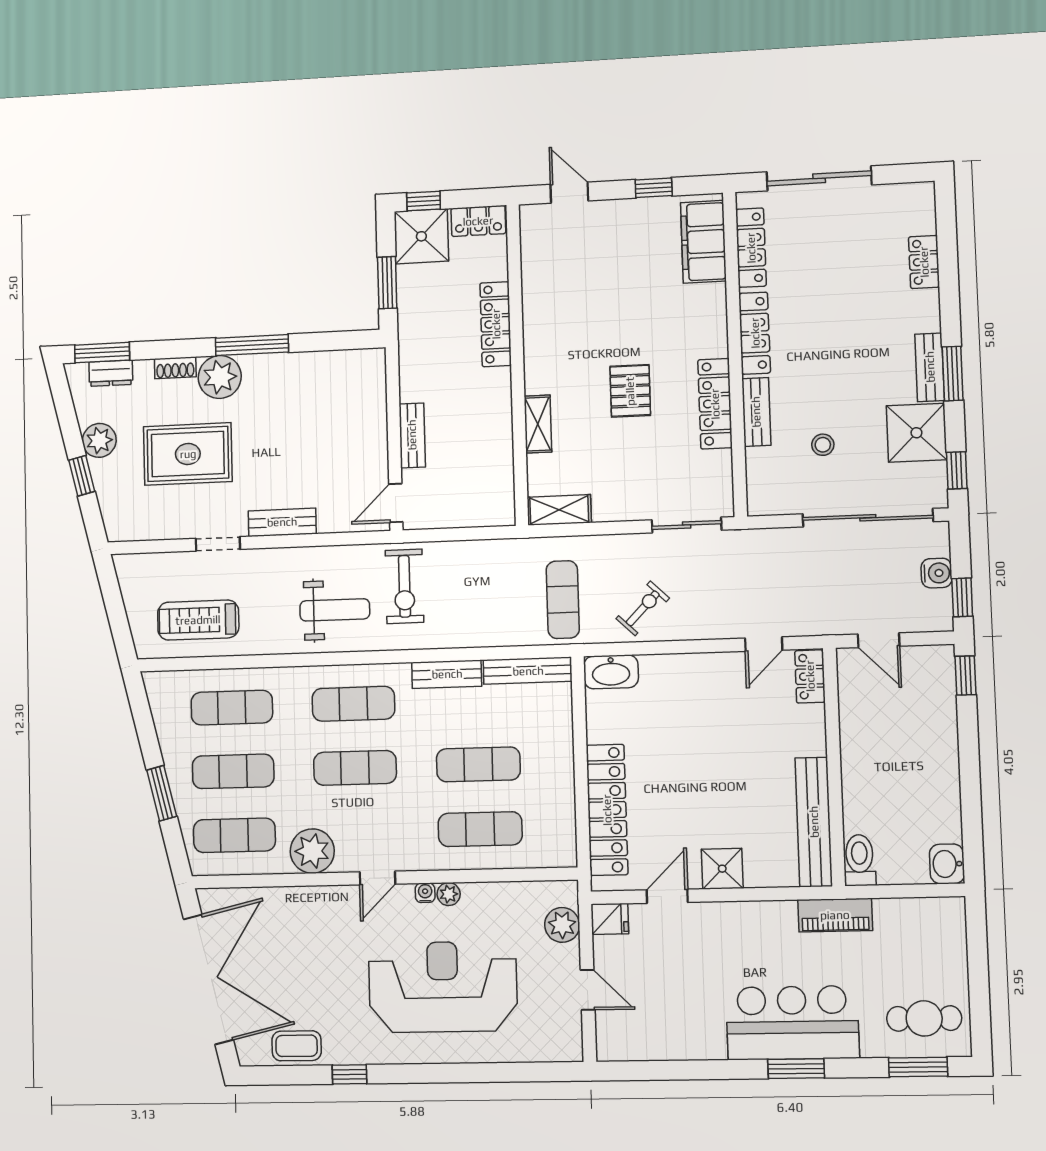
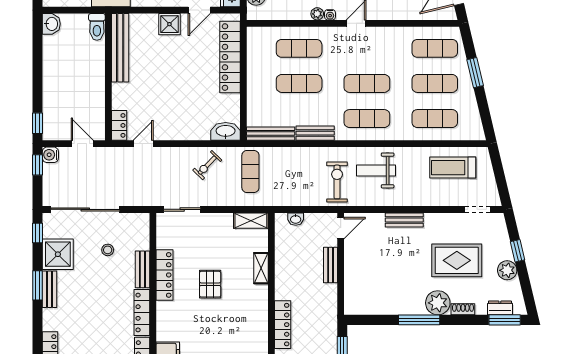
washbasin: (478, 516) -> (296, 219), added
doorway: (218, 544) -> (478, 209), moved
water cooler: (937, 573) -> (50, 155), moved
treadmill: (198, 620) -> (453, 168), turned 180
plant: (312, 851) -> (392, 39), removed

